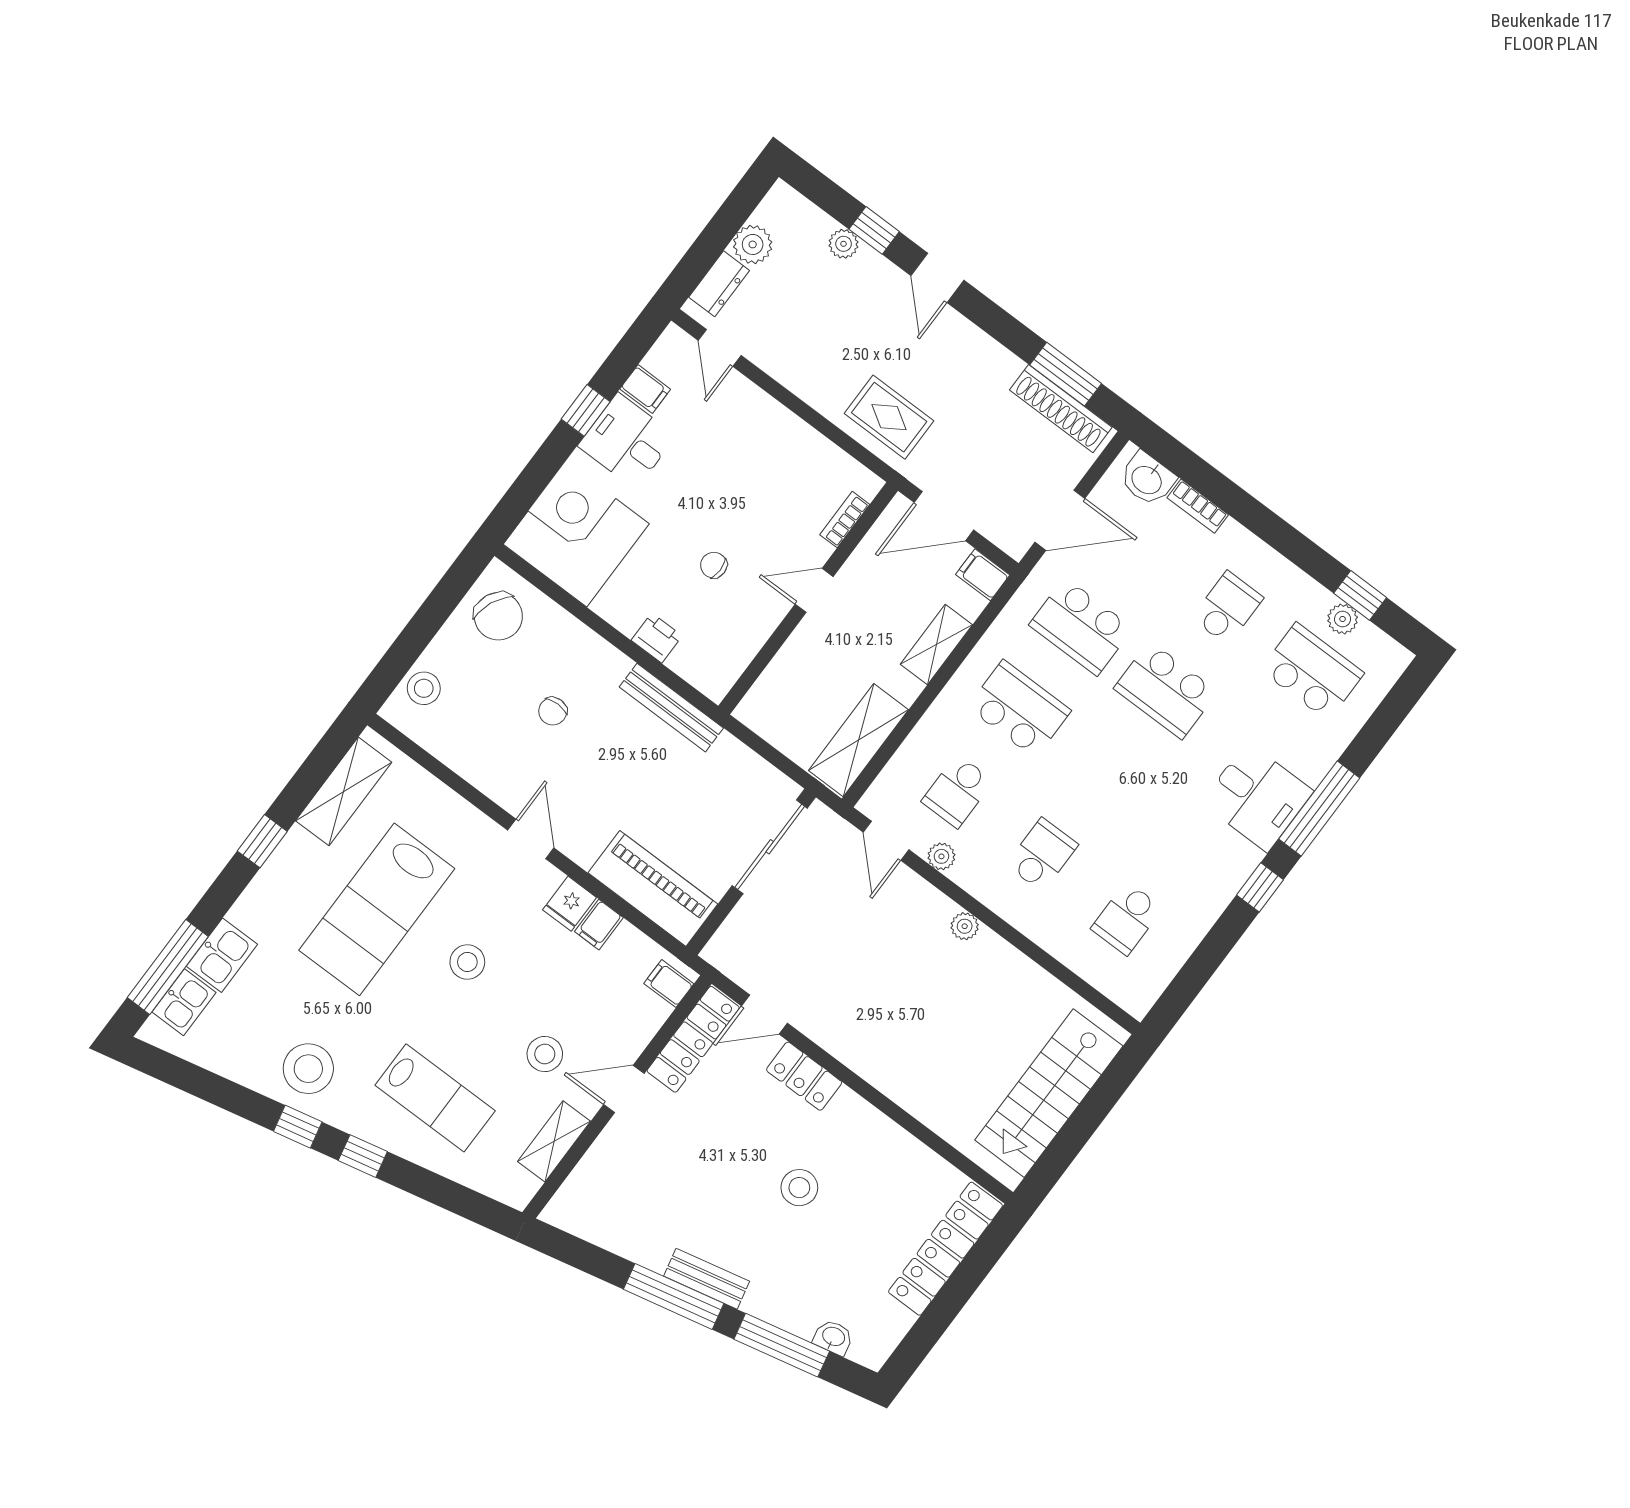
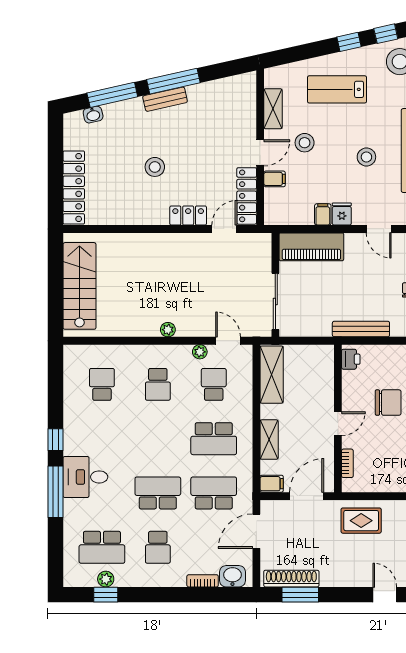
chair: (714, 565) -> (388, 403), width x1.87, depth x1.87
printer: (657, 638) -> (351, 359), moved, turned -90
filing cabinet: (669, 984) -> (275, 179), moved

